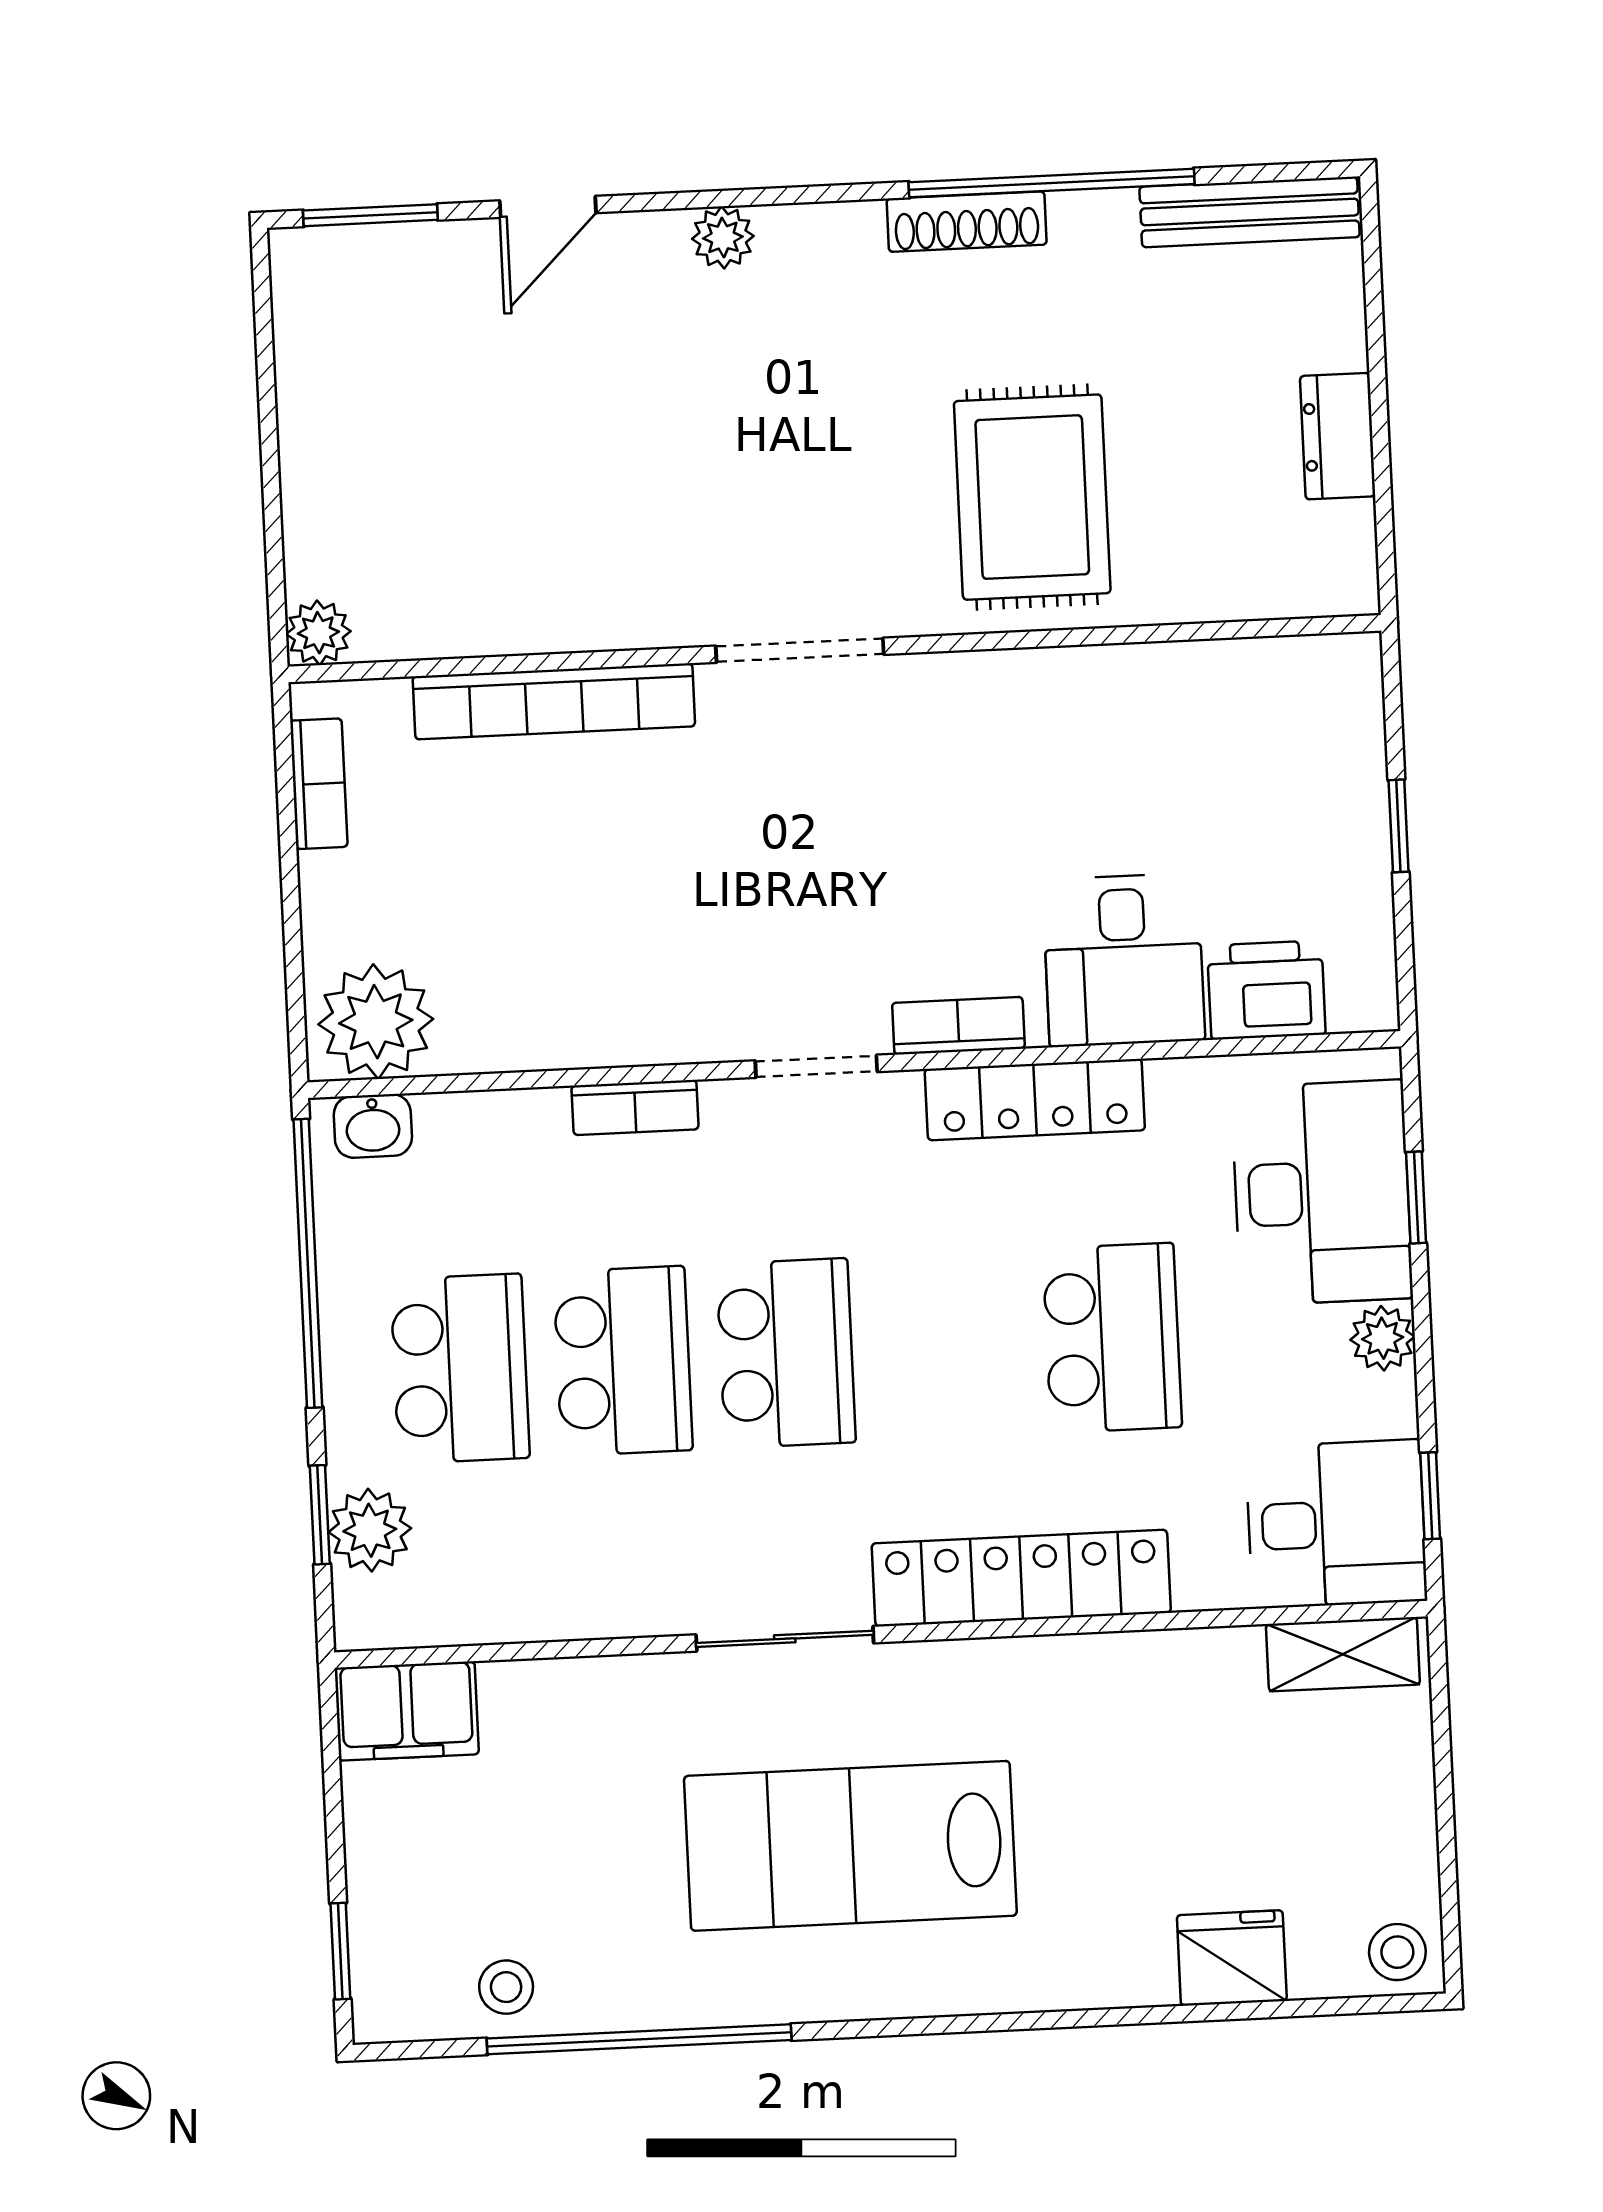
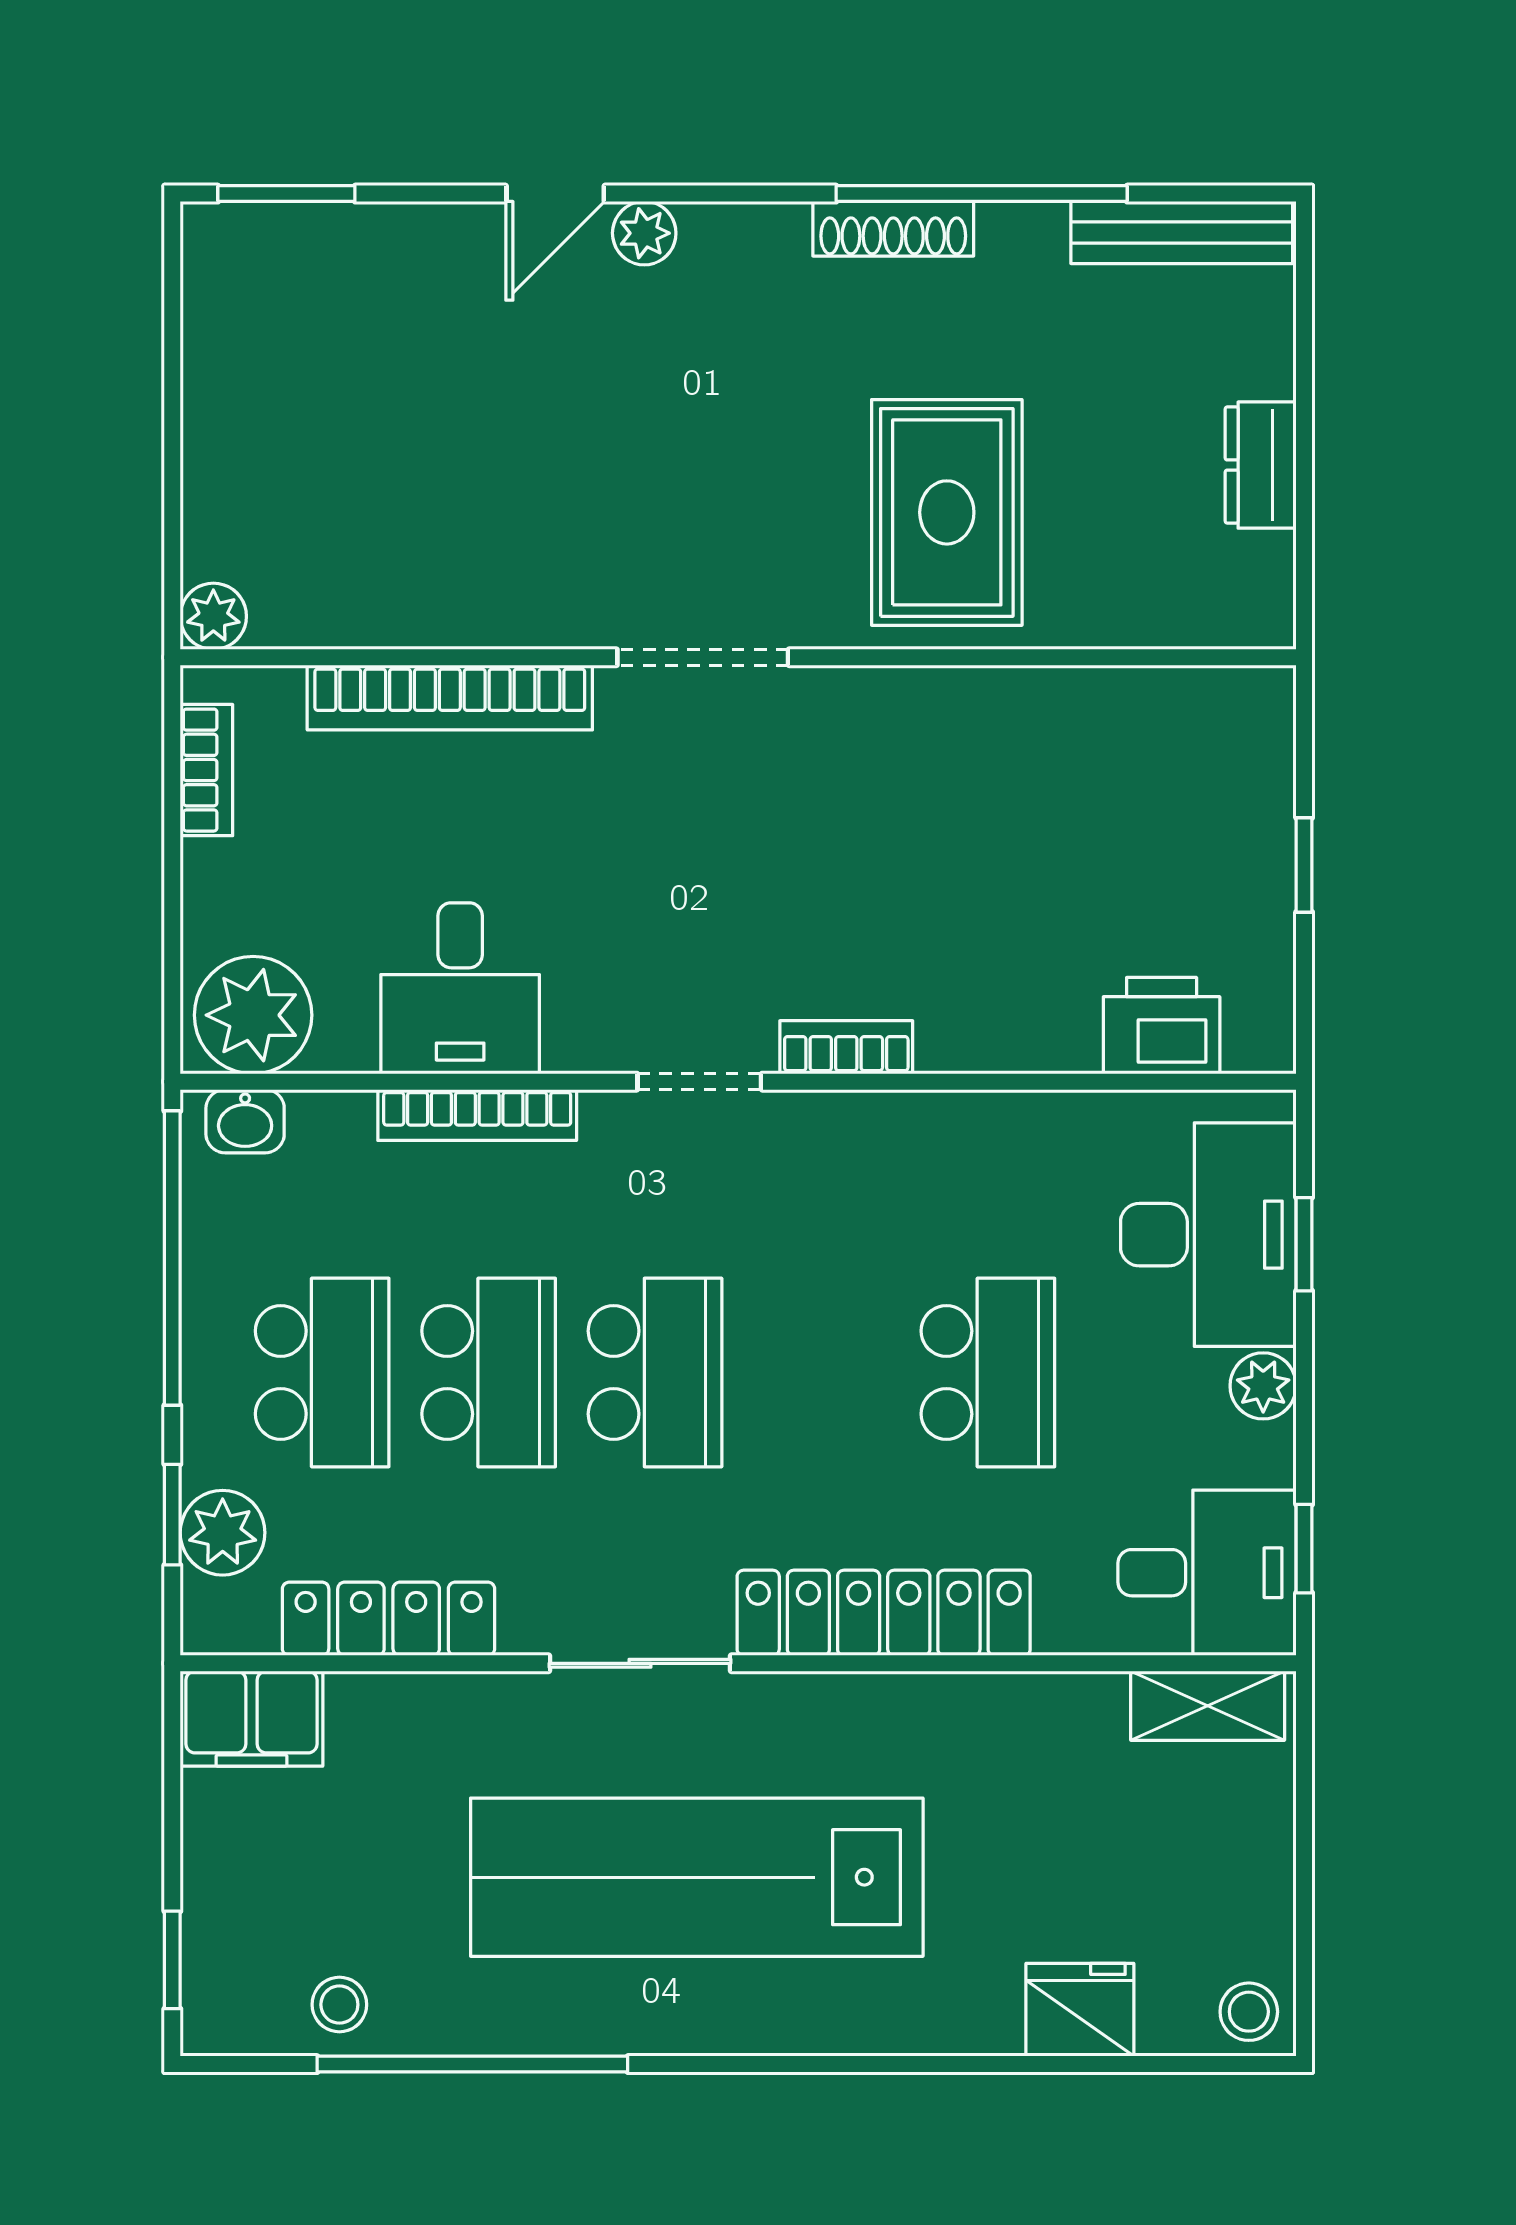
door: (548, 207) -> (555, 194), moved
desk: (1124, 960) -> (460, 988), moved
locker: (1035, 1100) -> (389, 1619), moved, turned 180
bookcase: (635, 1107) -> (477, 1115), width x1.56
lab bench: (850, 1846) -> (697, 1877), width x1.36

